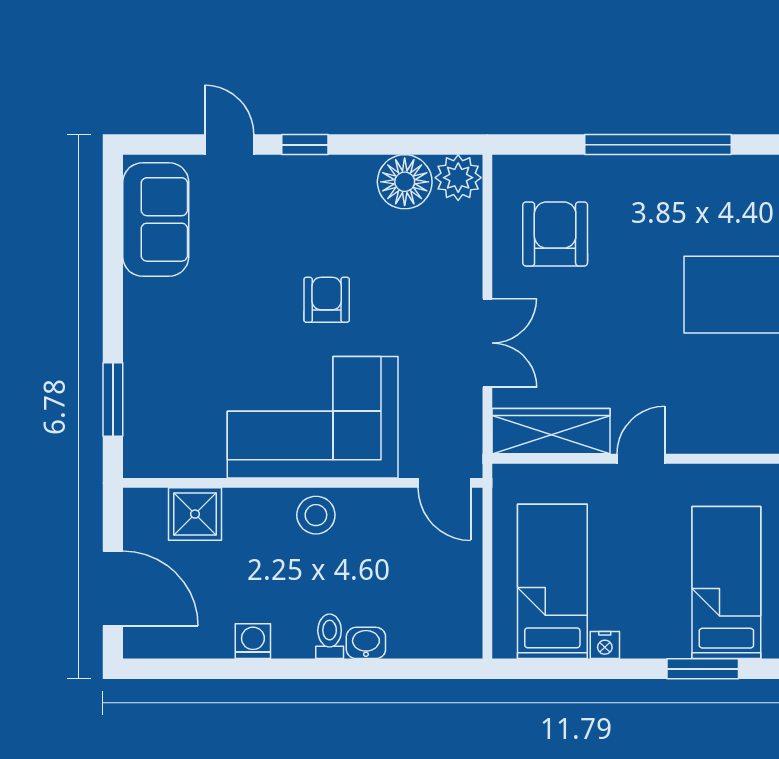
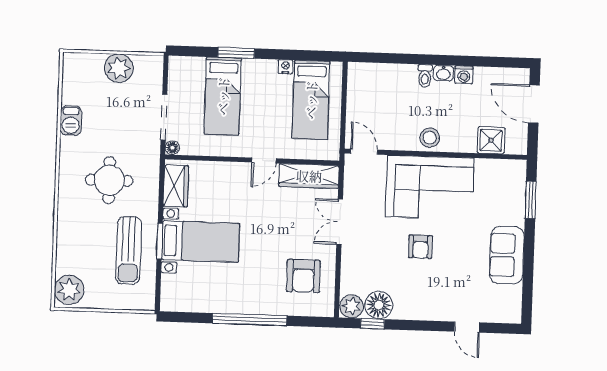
window: (305, 145) -> (372, 324), moved
sofa: (156, 219) -> (507, 255), moved
washbasin: (366, 643) -> (443, 73), moved

